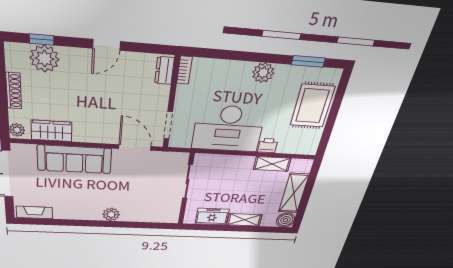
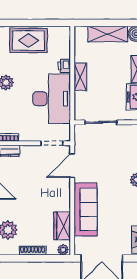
shelving: (272, 164) -> (80, 77), moved

